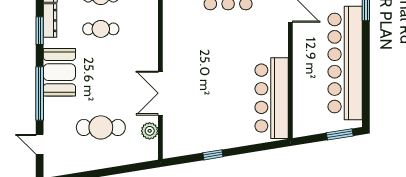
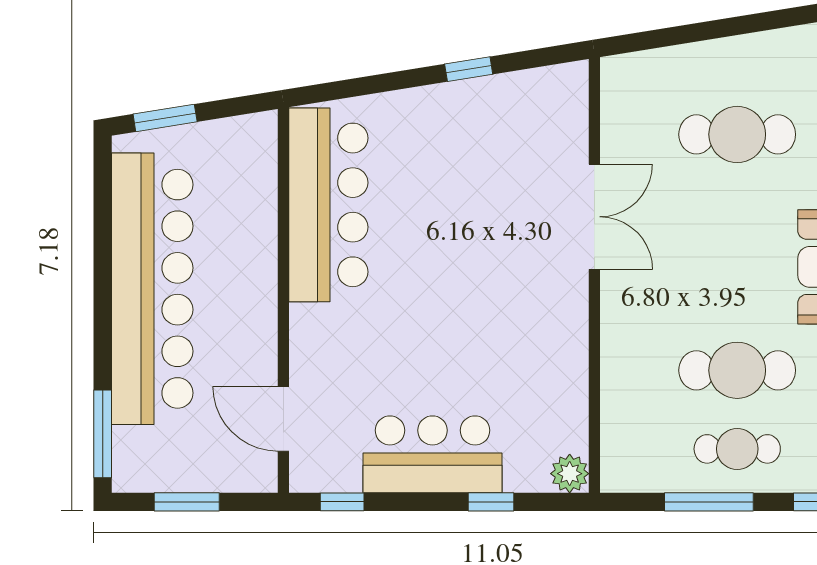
cafe table: (101, 29) -> (737, 370), width x1.37, depth x1.35
plant: (150, 131) -> (620, 126), removed

